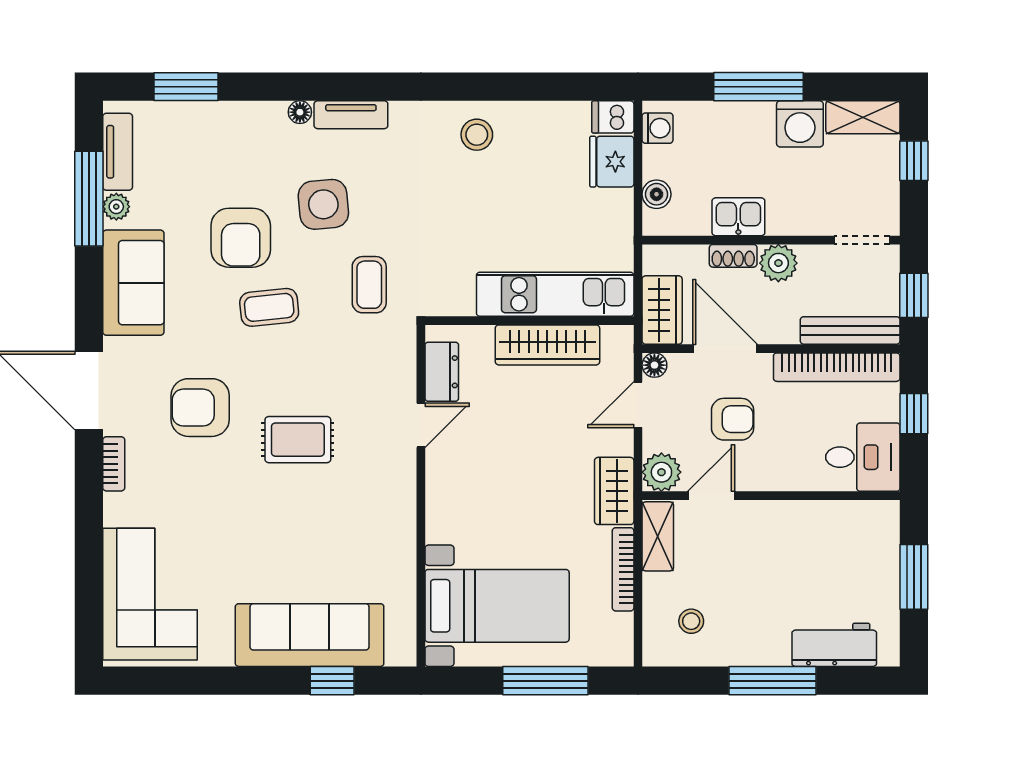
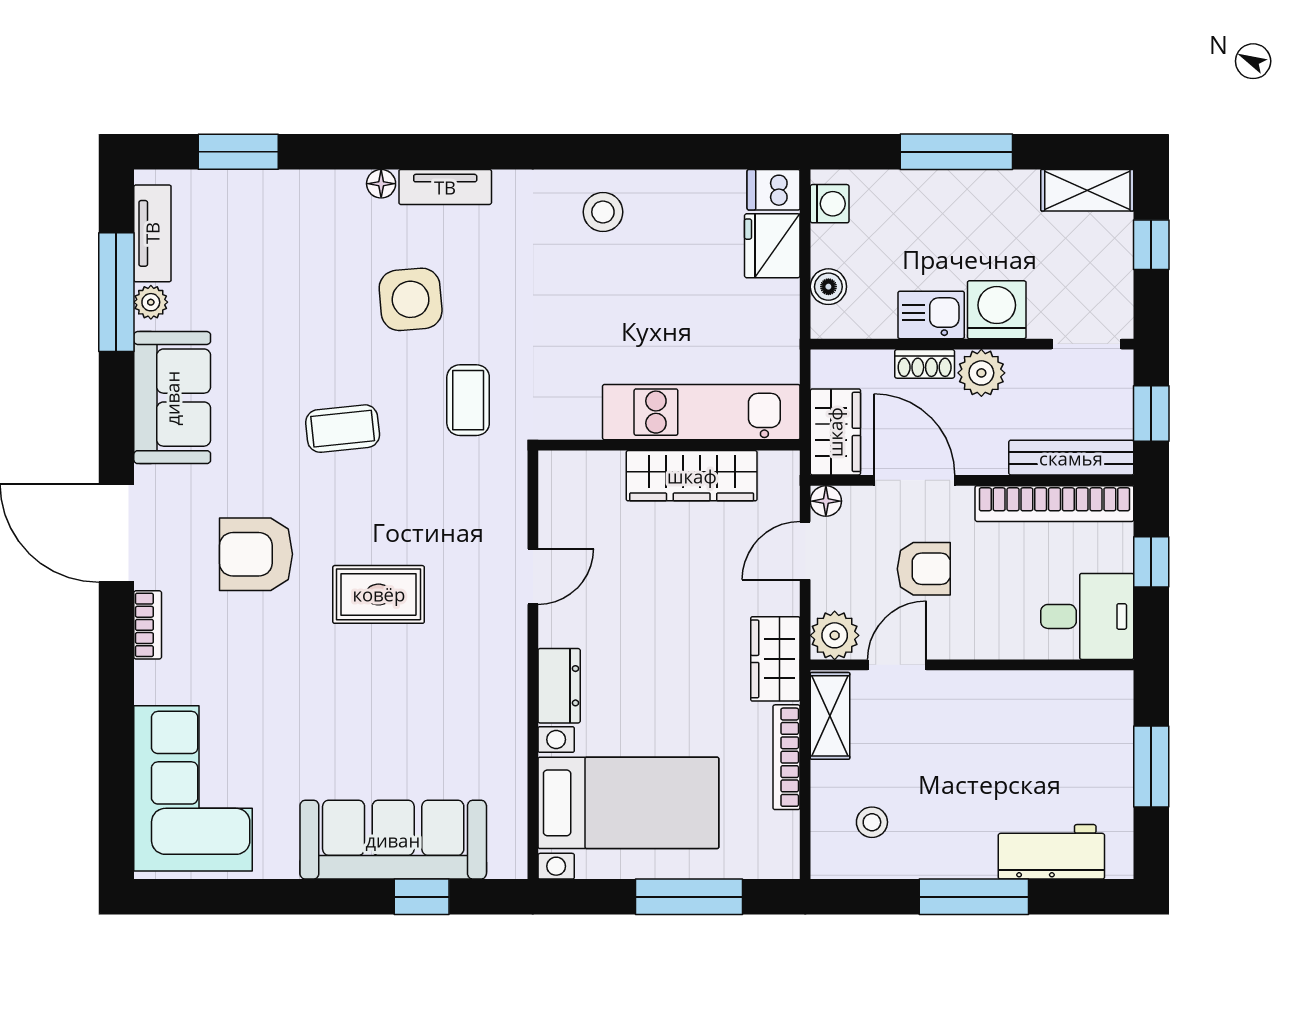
washing machine: (800, 124) -> (997, 310), moved, turned 180
armchair: (241, 238) -> (307, 341), removed
dresser: (442, 372) -> (559, 686), moved

